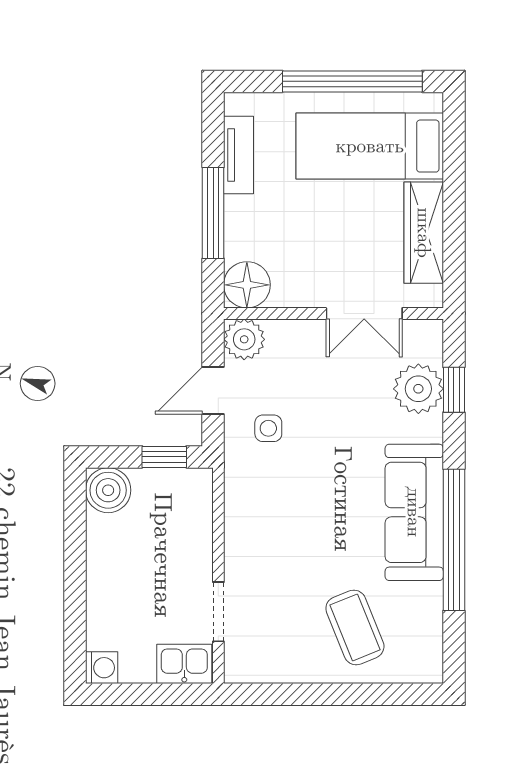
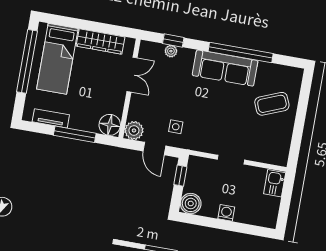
plant: (418, 389) -> (171, 51), width x0.53, depth x0.53
doorway: (218, 612) -> (231, 160), moved
washing machine: (102, 668) -> (226, 213), moved

